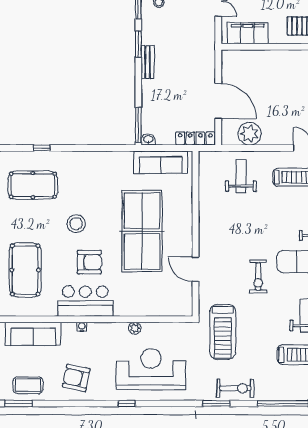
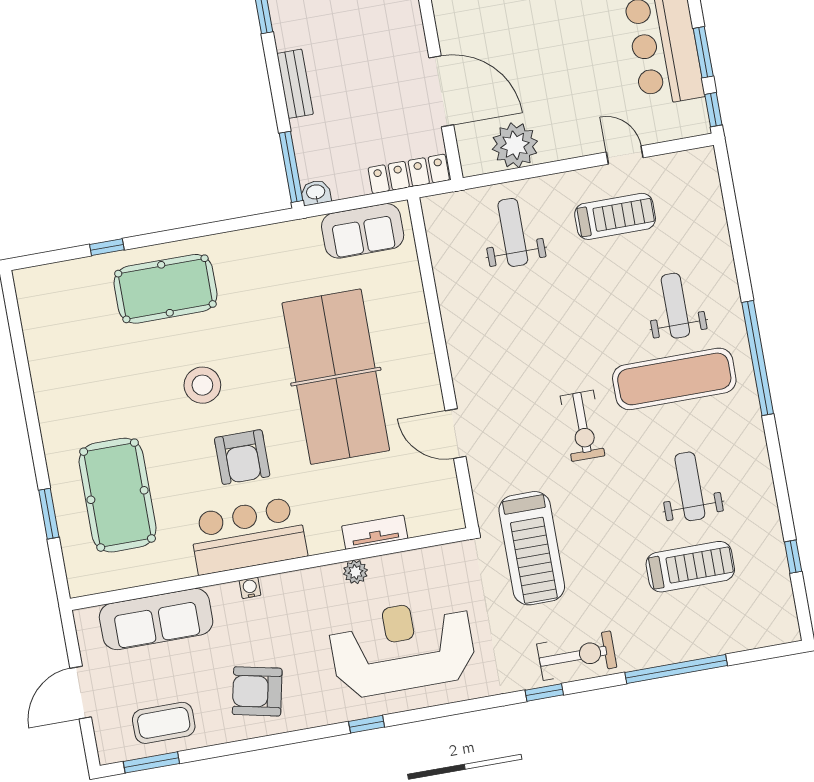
bench: (148, 62) -> (295, 84), moved
sofa: (161, 162) -> (363, 231), width x0.73
pool table: (33, 185) -> (165, 289), moved
armchair: (89, 262) -> (242, 457), turned 90
tv unit: (147, 310) -> (375, 532), added
window: (216, 403) -> (544, 693), width x0.67

